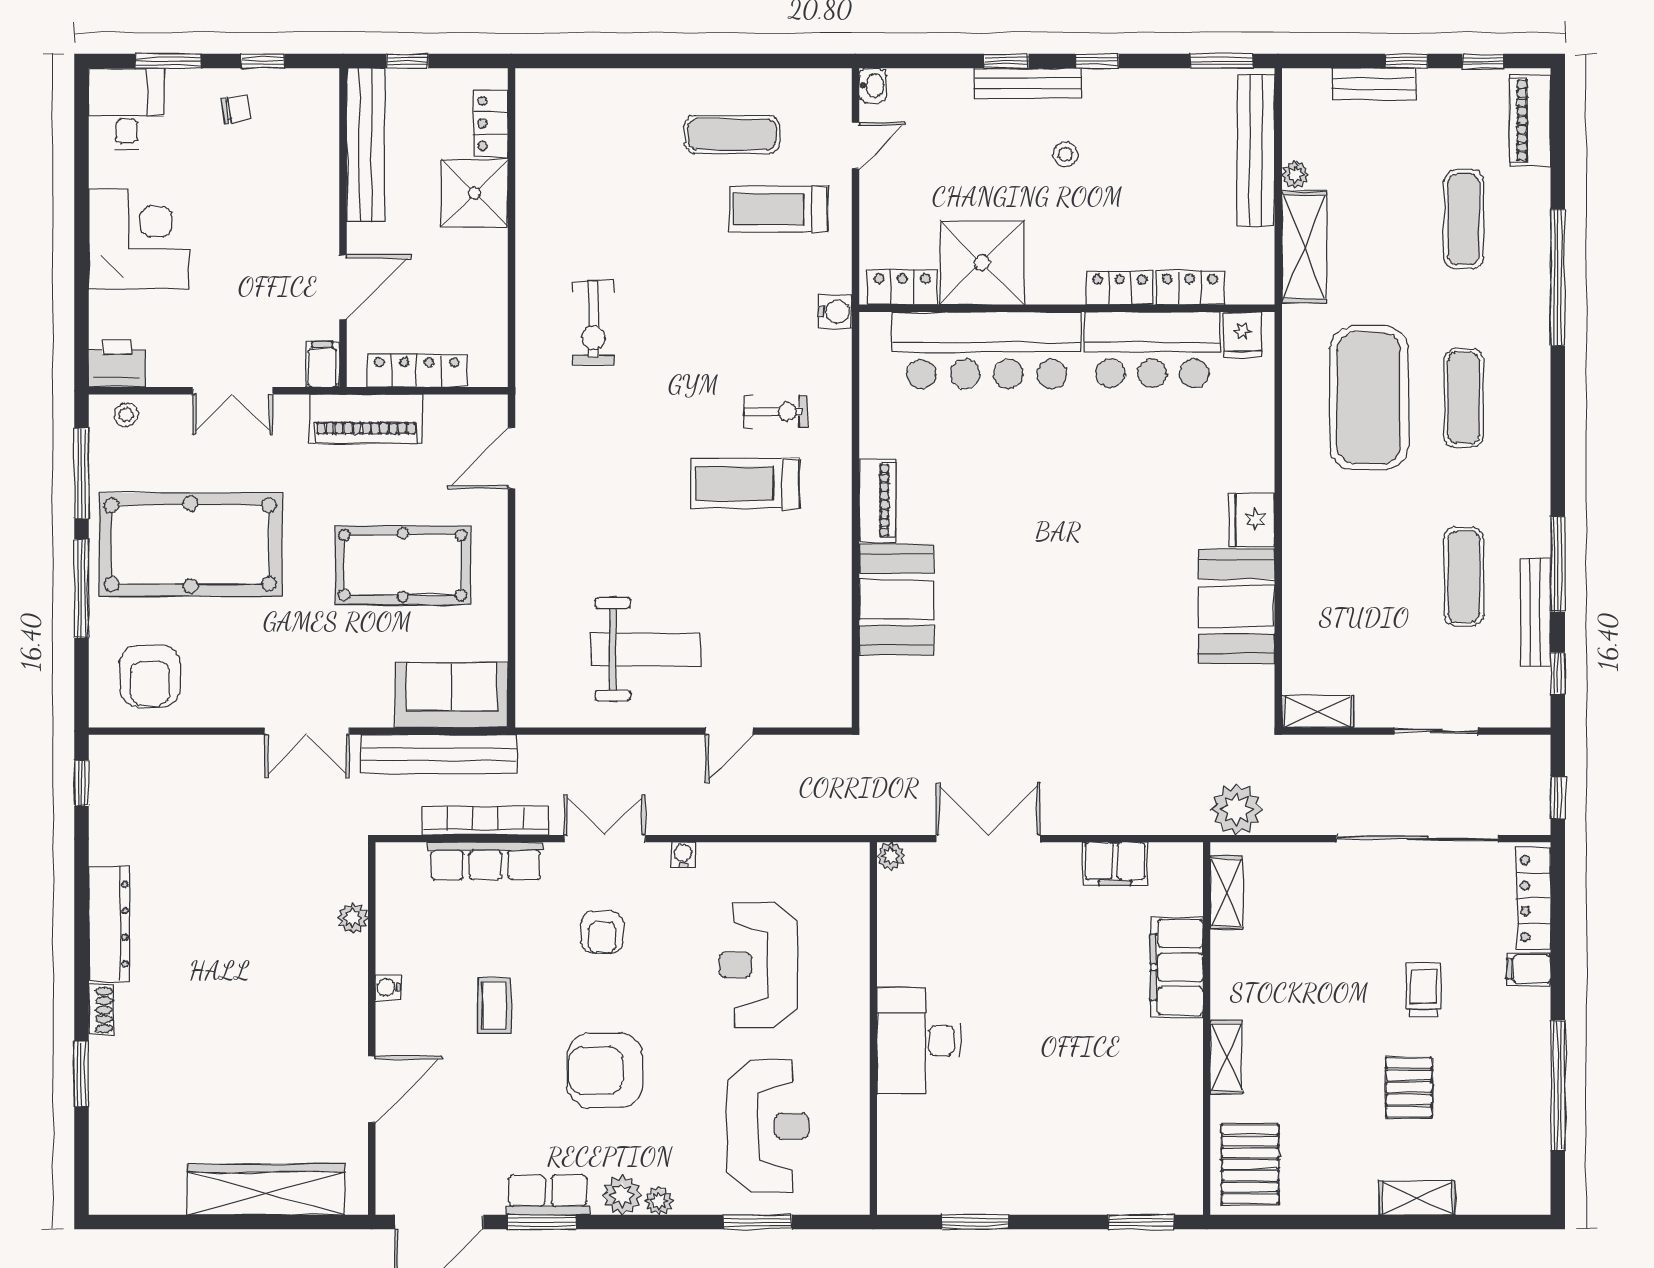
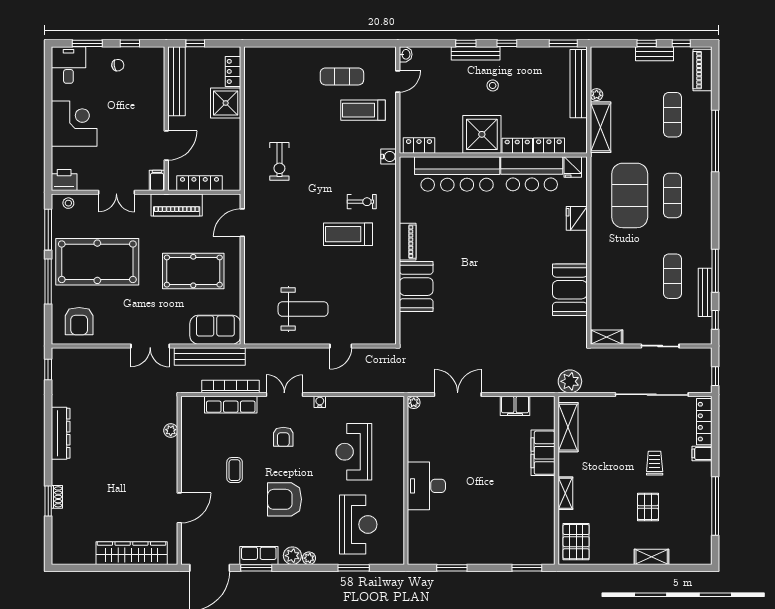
bench: (1374, 84) -> (654, 54), moved
shower: (982, 263) -> (482, 134), moved
fridge: (1252, 520) -> (577, 218), moved
shelving: (1227, 893) -> (568, 427), width x1.50, depth x1.33
water cooler: (388, 987) -> (187, 462), removed
shoe rack: (101, 1010) -> (57, 497), moved

